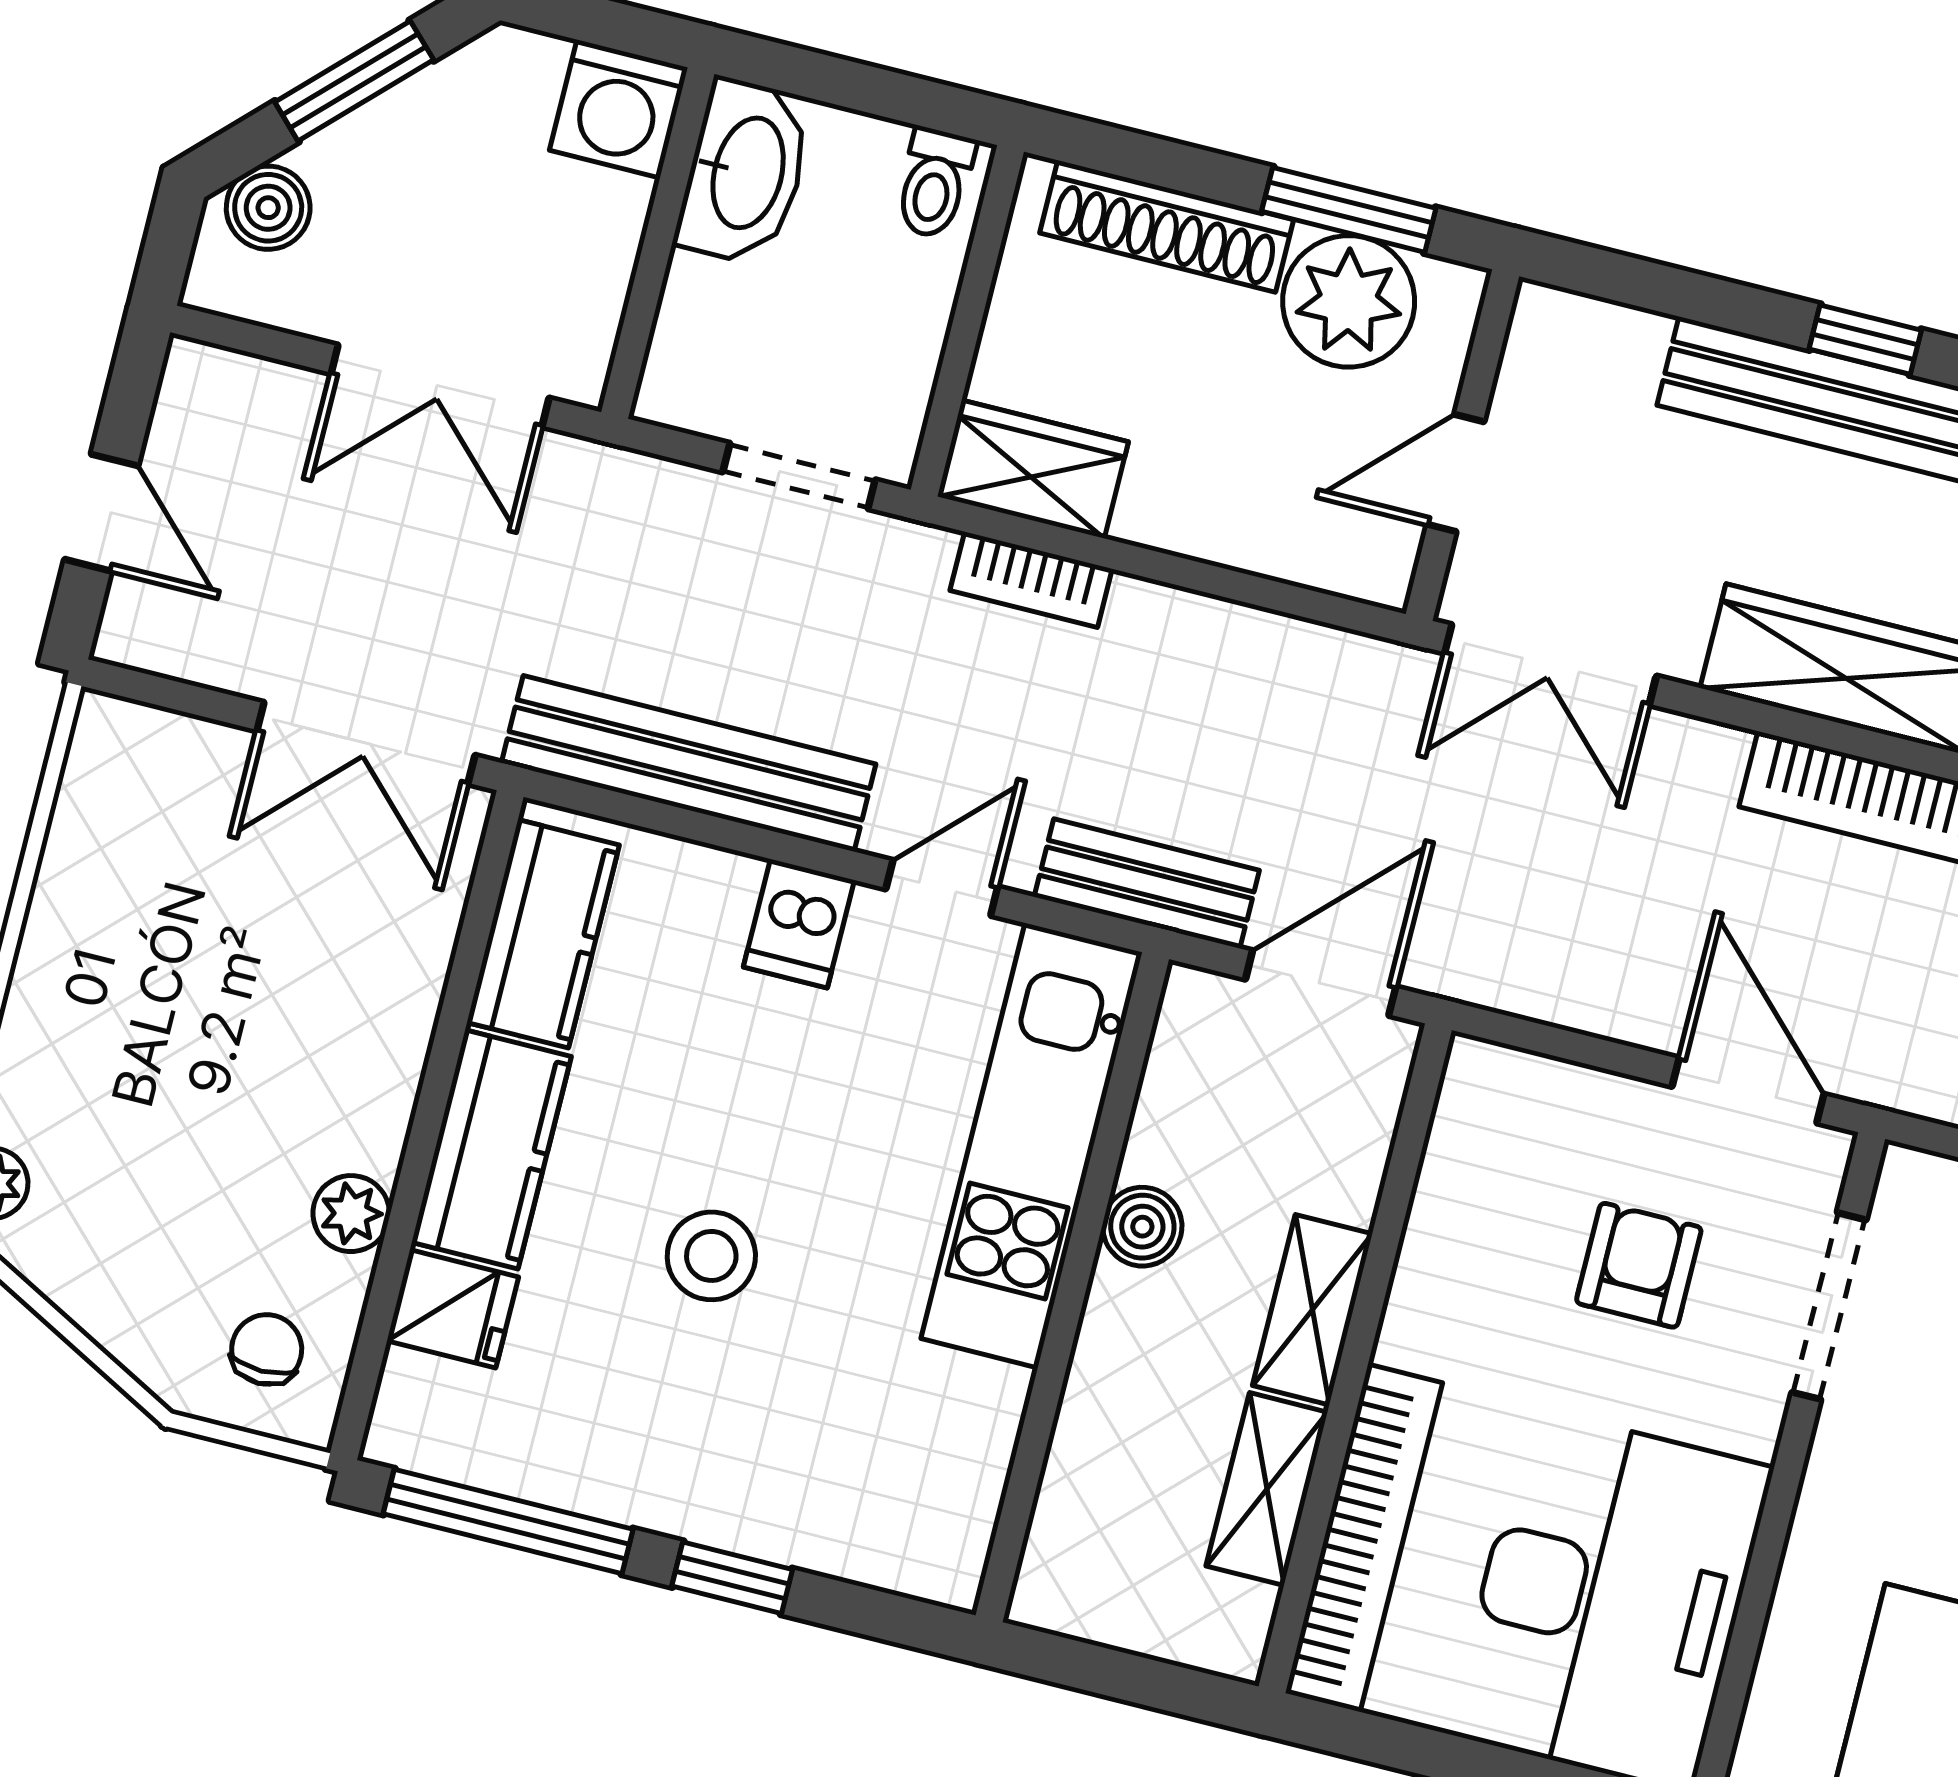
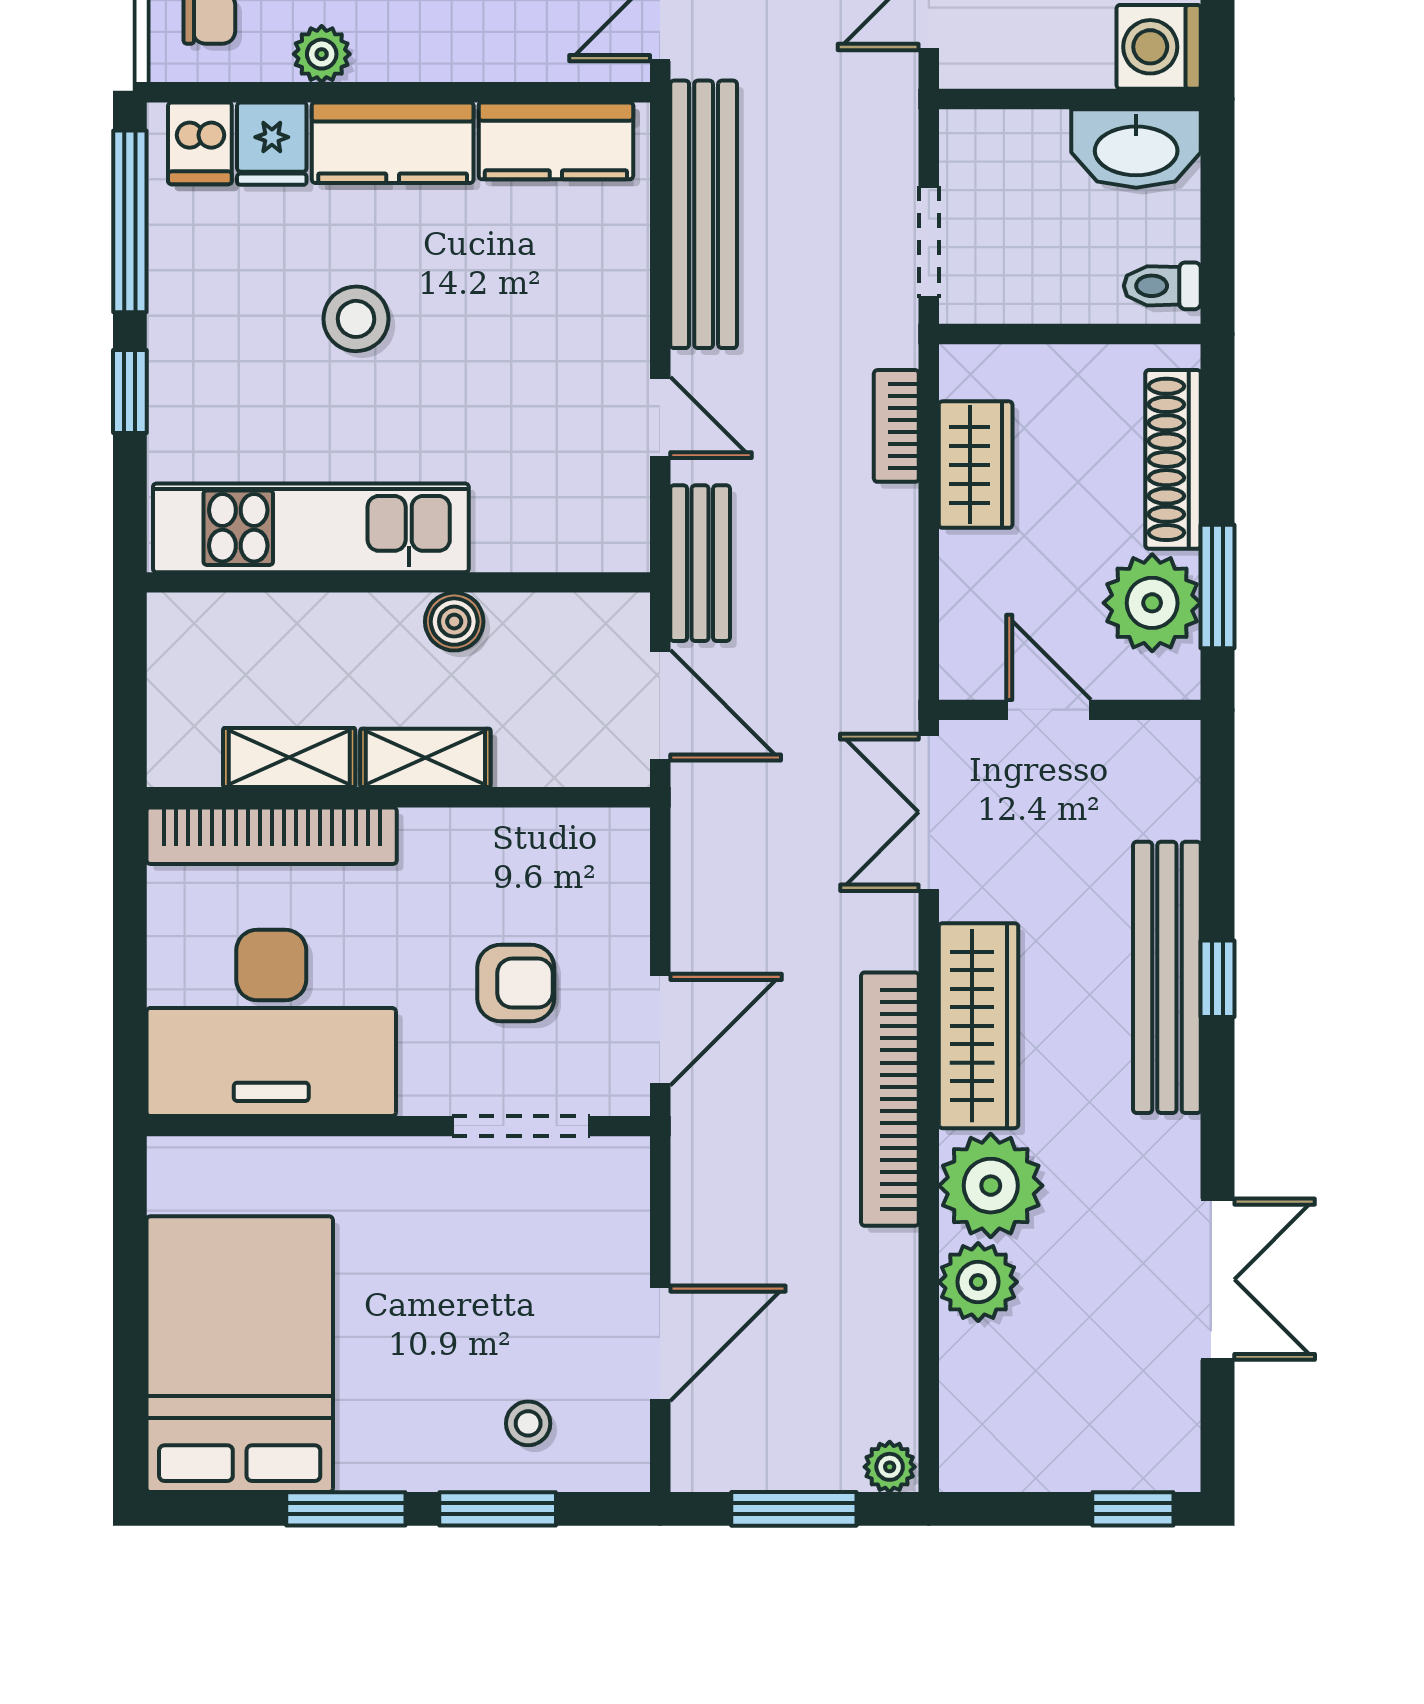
wardrobe: (1033, 469) -> (976, 465), moved
dishwasher: (799, 924) -> (200, 143), moved, turned -90
kitchen unit: (1032, 1145) -> (311, 528), moved

